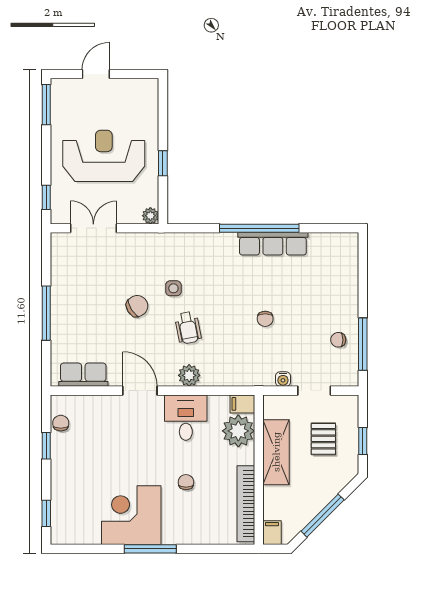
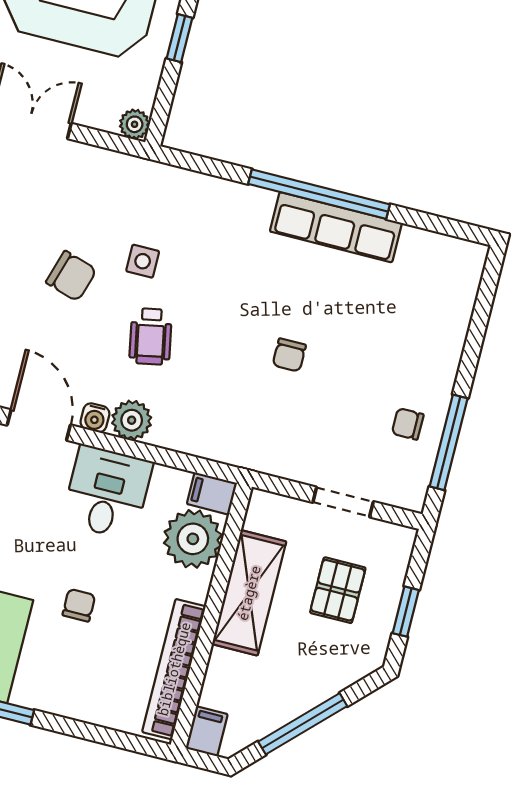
chair: (137, 306) -> (71, 276), turned 49
water cooler: (283, 379) -> (95, 418), moved

